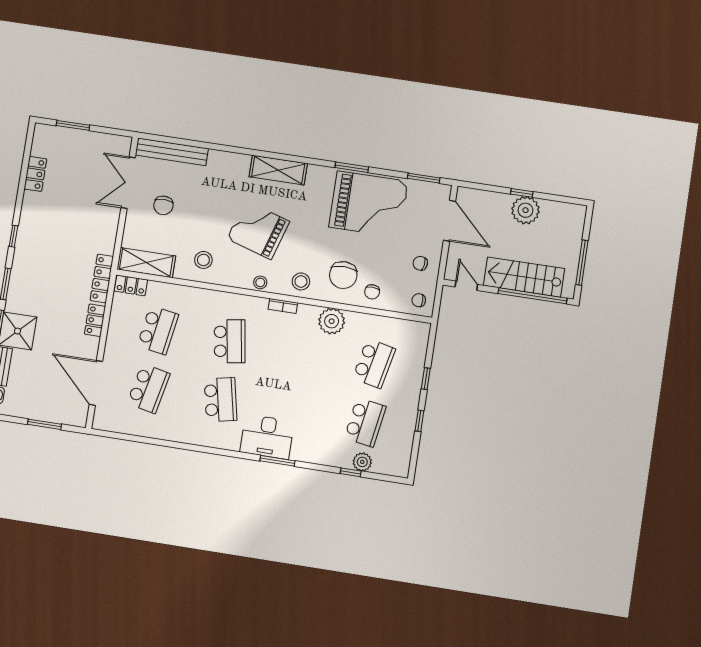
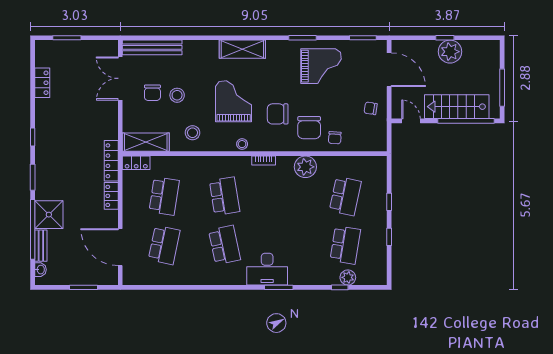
grand piano: (369, 204) -> (321, 66), width x0.73, depth x0.68
grand piano: (258, 230) -> (234, 101), turned 73
stool: (301, 281) -> (177, 95), moved
chair: (419, 300) -> (278, 114), moved, width x1.87, depth x1.87

